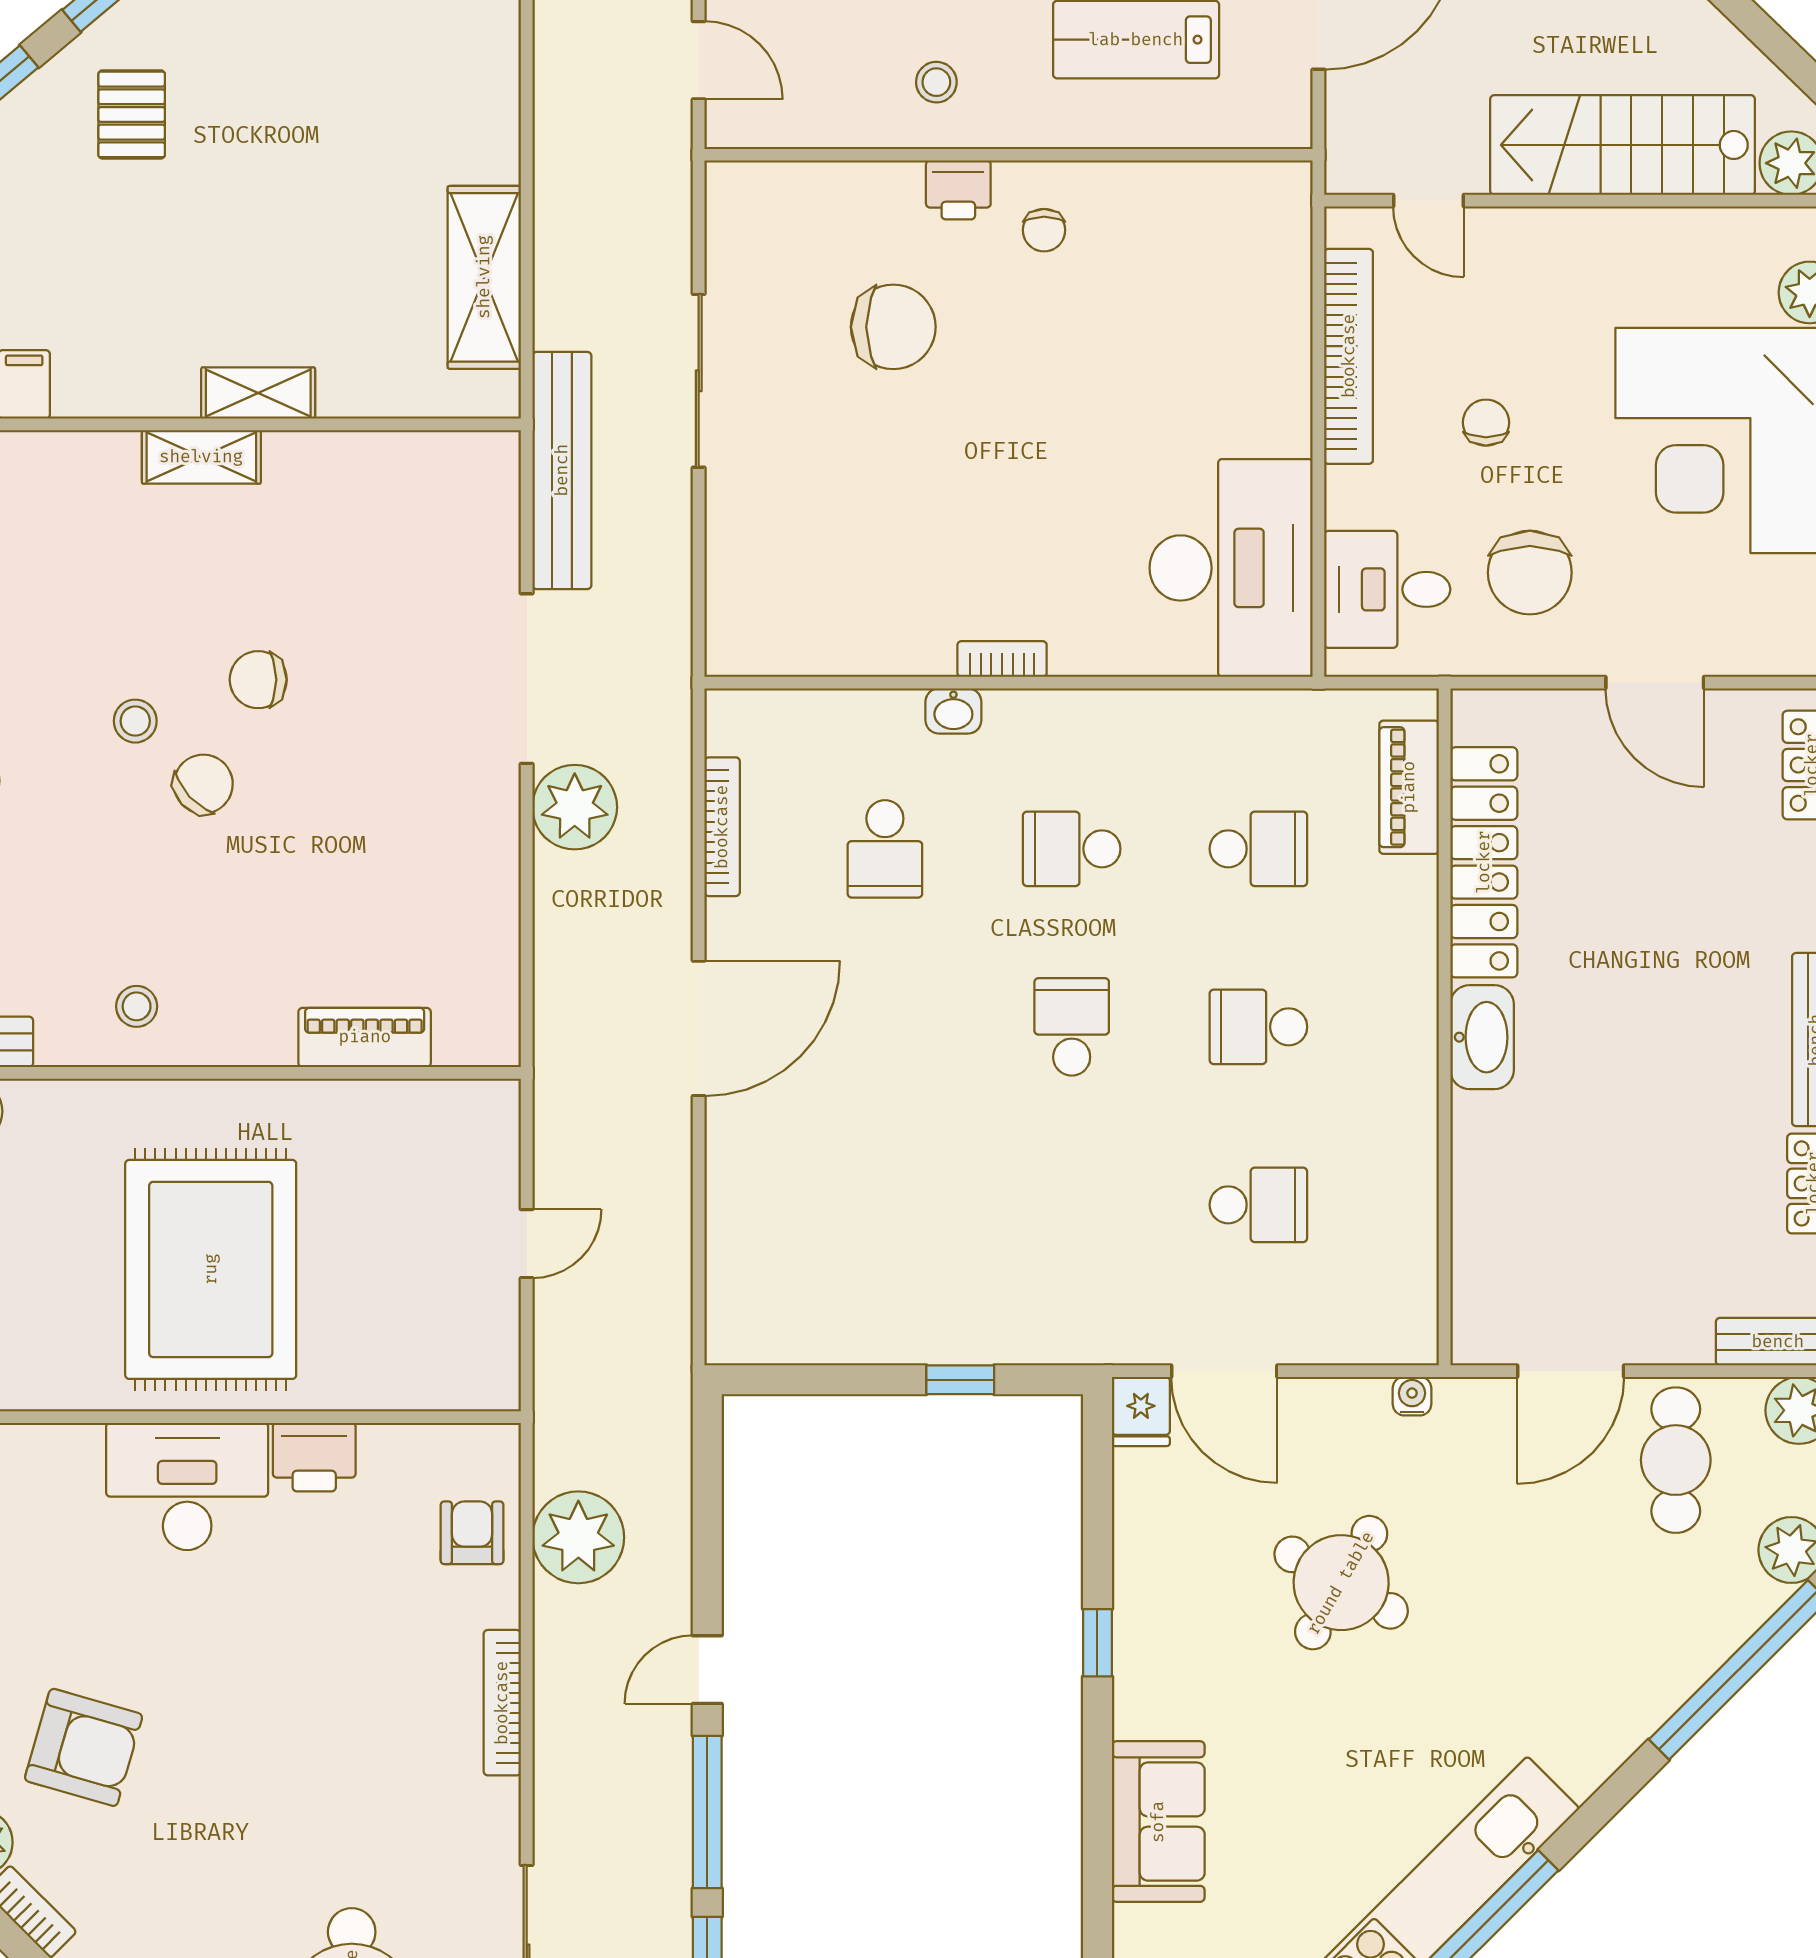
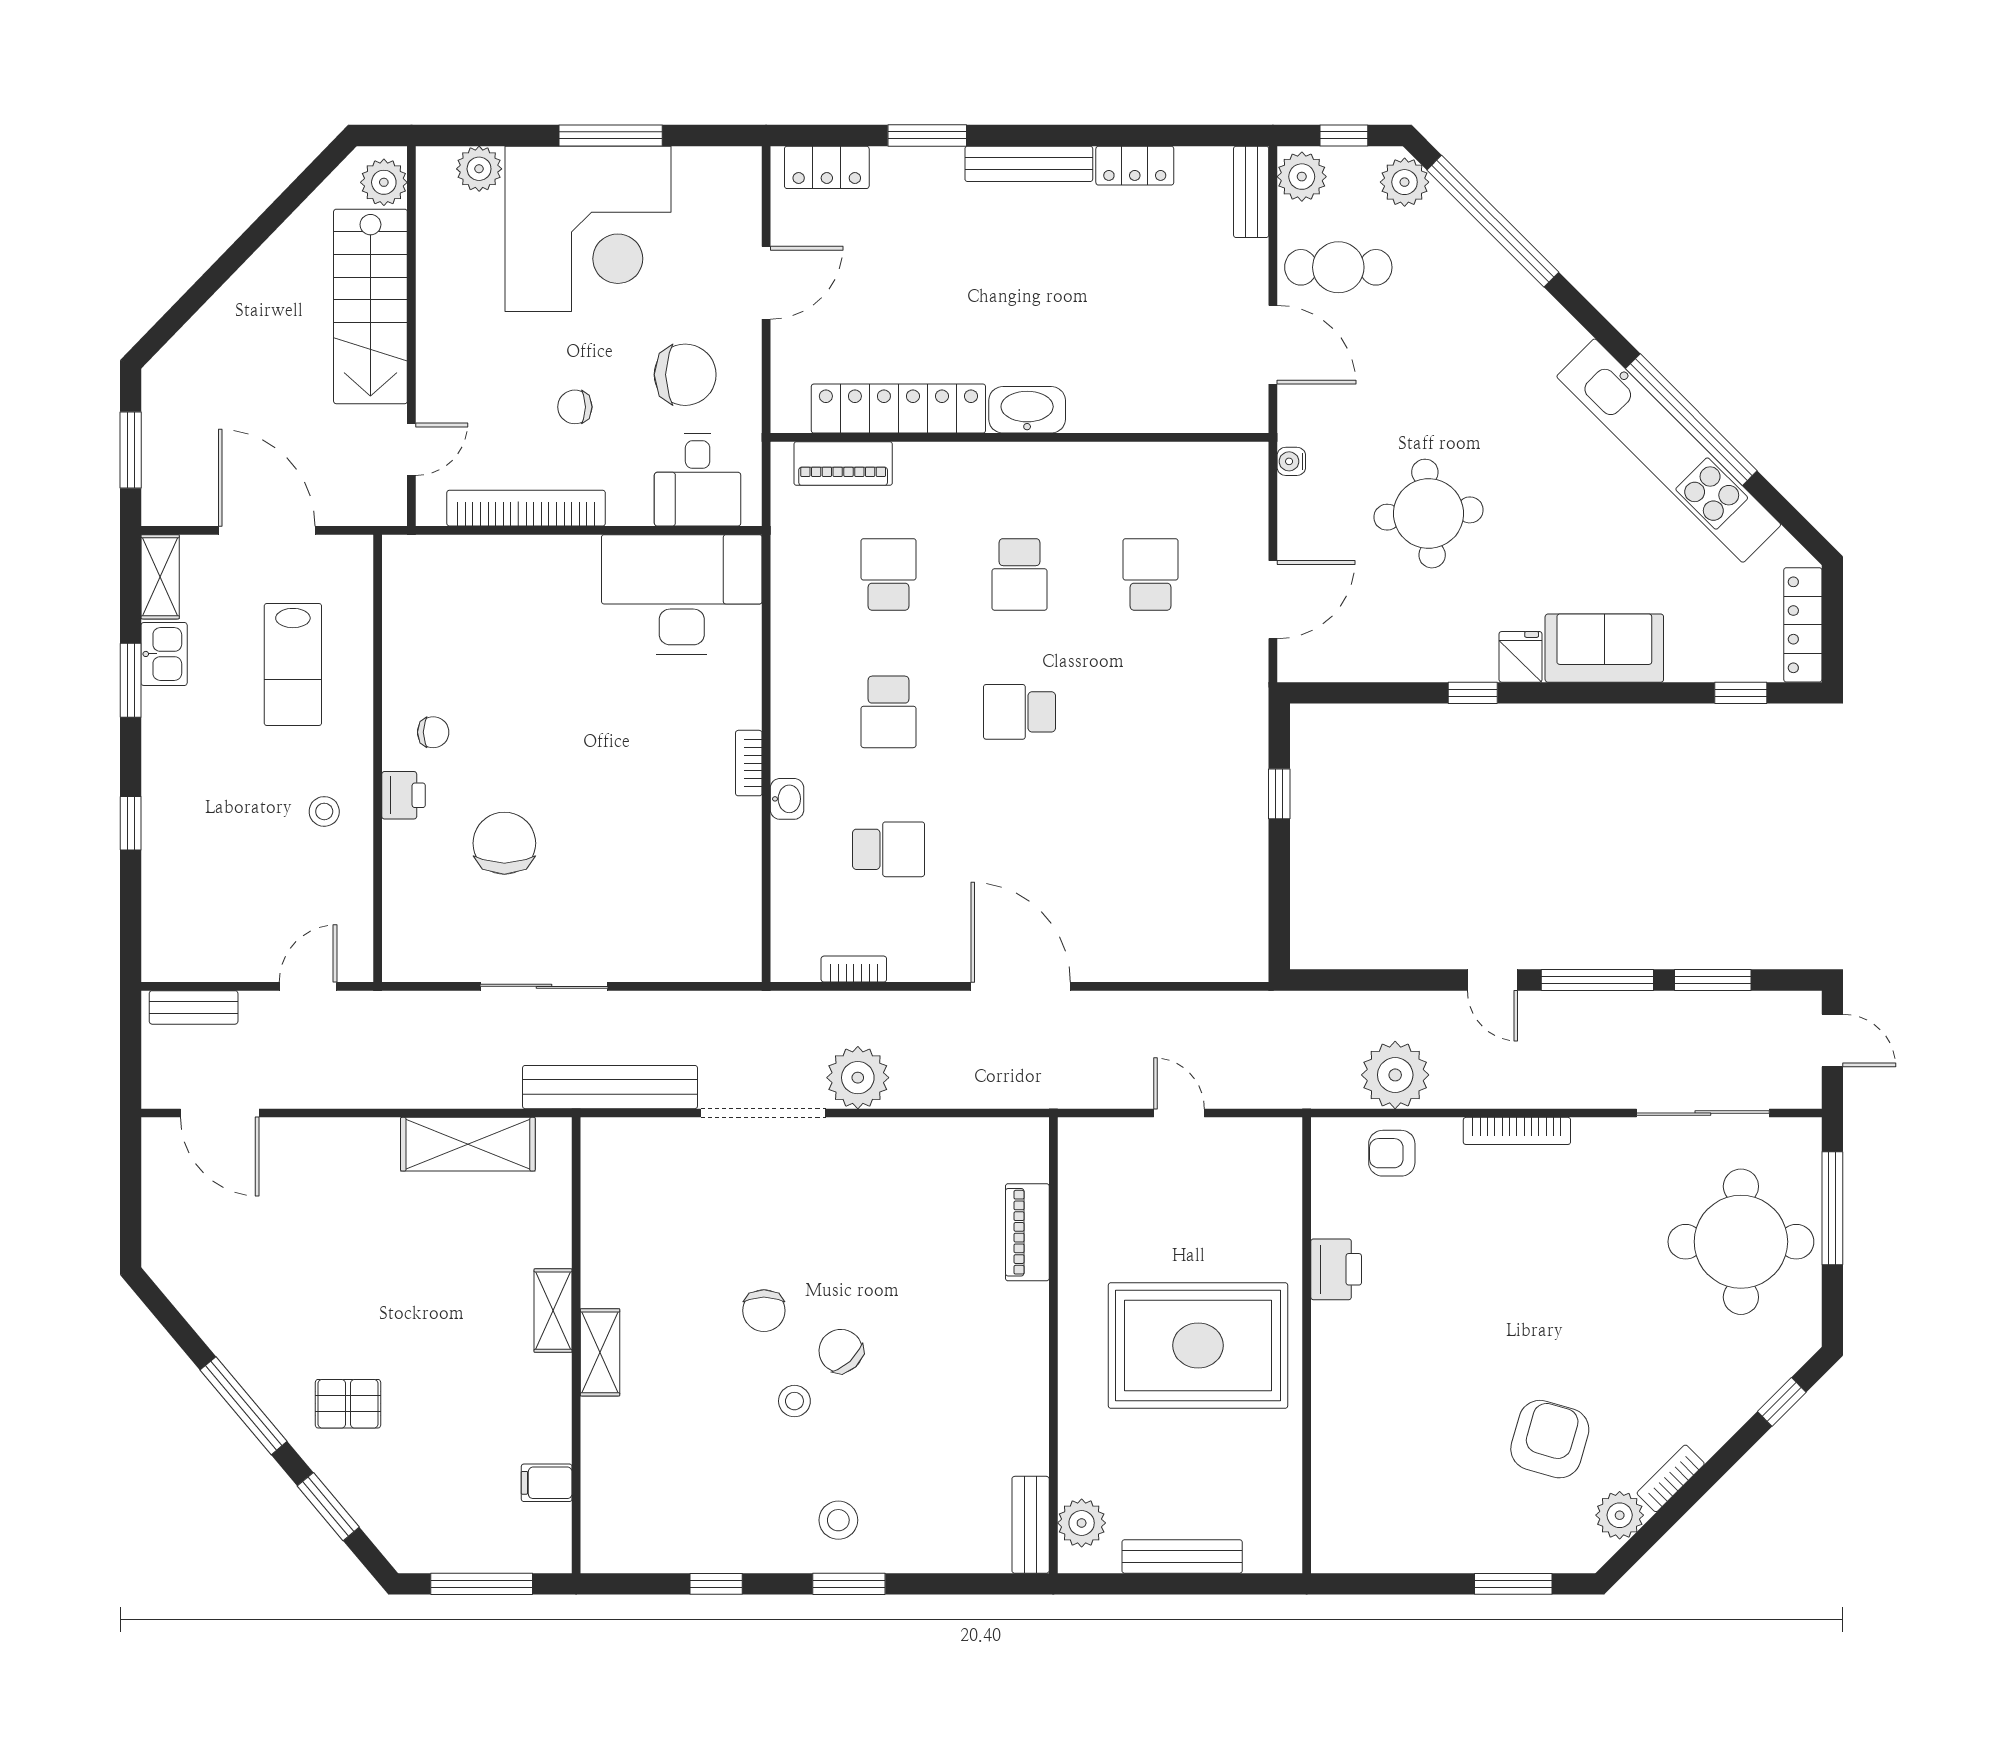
bookcase: (722, 827) -> (854, 969), width x0.64
stool: (137, 1006) -> (1004, 1400), removed
fridge: (1141, 1411) -> (1521, 657), moved, turned -90
desk: (187, 1486) -> (1358, 1363), removed
round table: (1341, 1583) -> (1429, 514), turned -35

